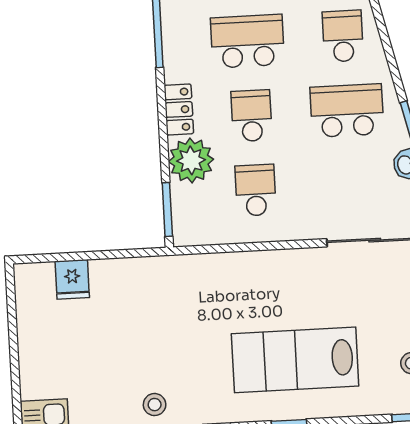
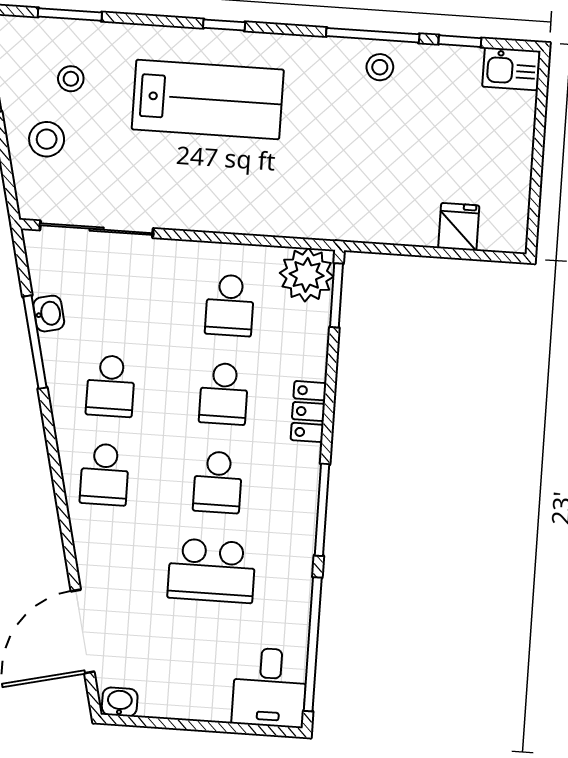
school desk: (247, 41) -> (218, 482), width x0.54
school desk: (347, 111) -> (111, 386), width x0.54
plant: (191, 160) -> (307, 275), moved

